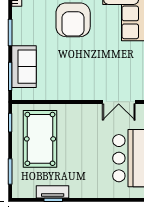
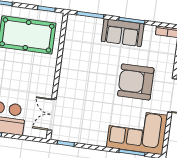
sofa: (24, 67) -> (123, 33), moved

